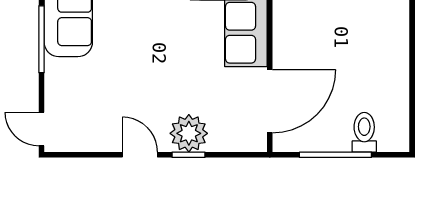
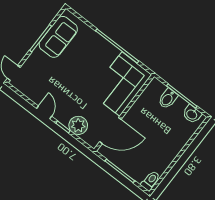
toilet: (364, 132) -> (151, 181), moved
plant: (189, 133) -> (78, 125), moved

